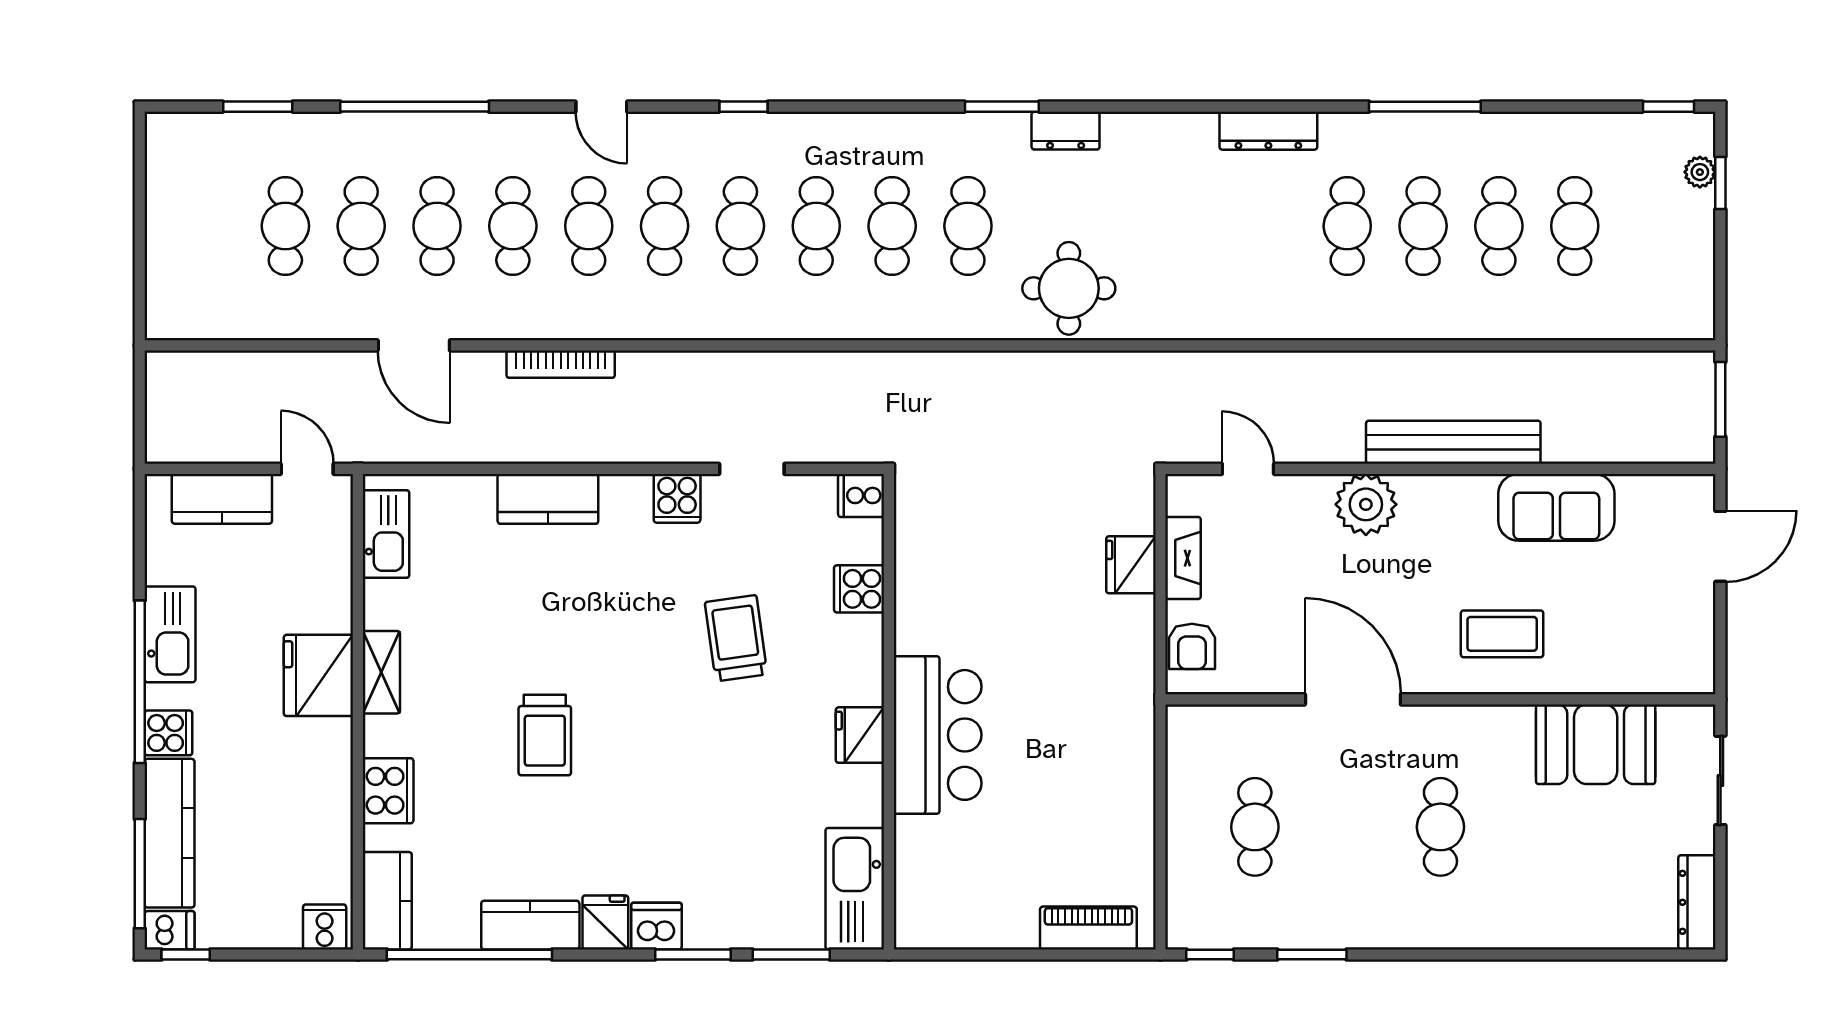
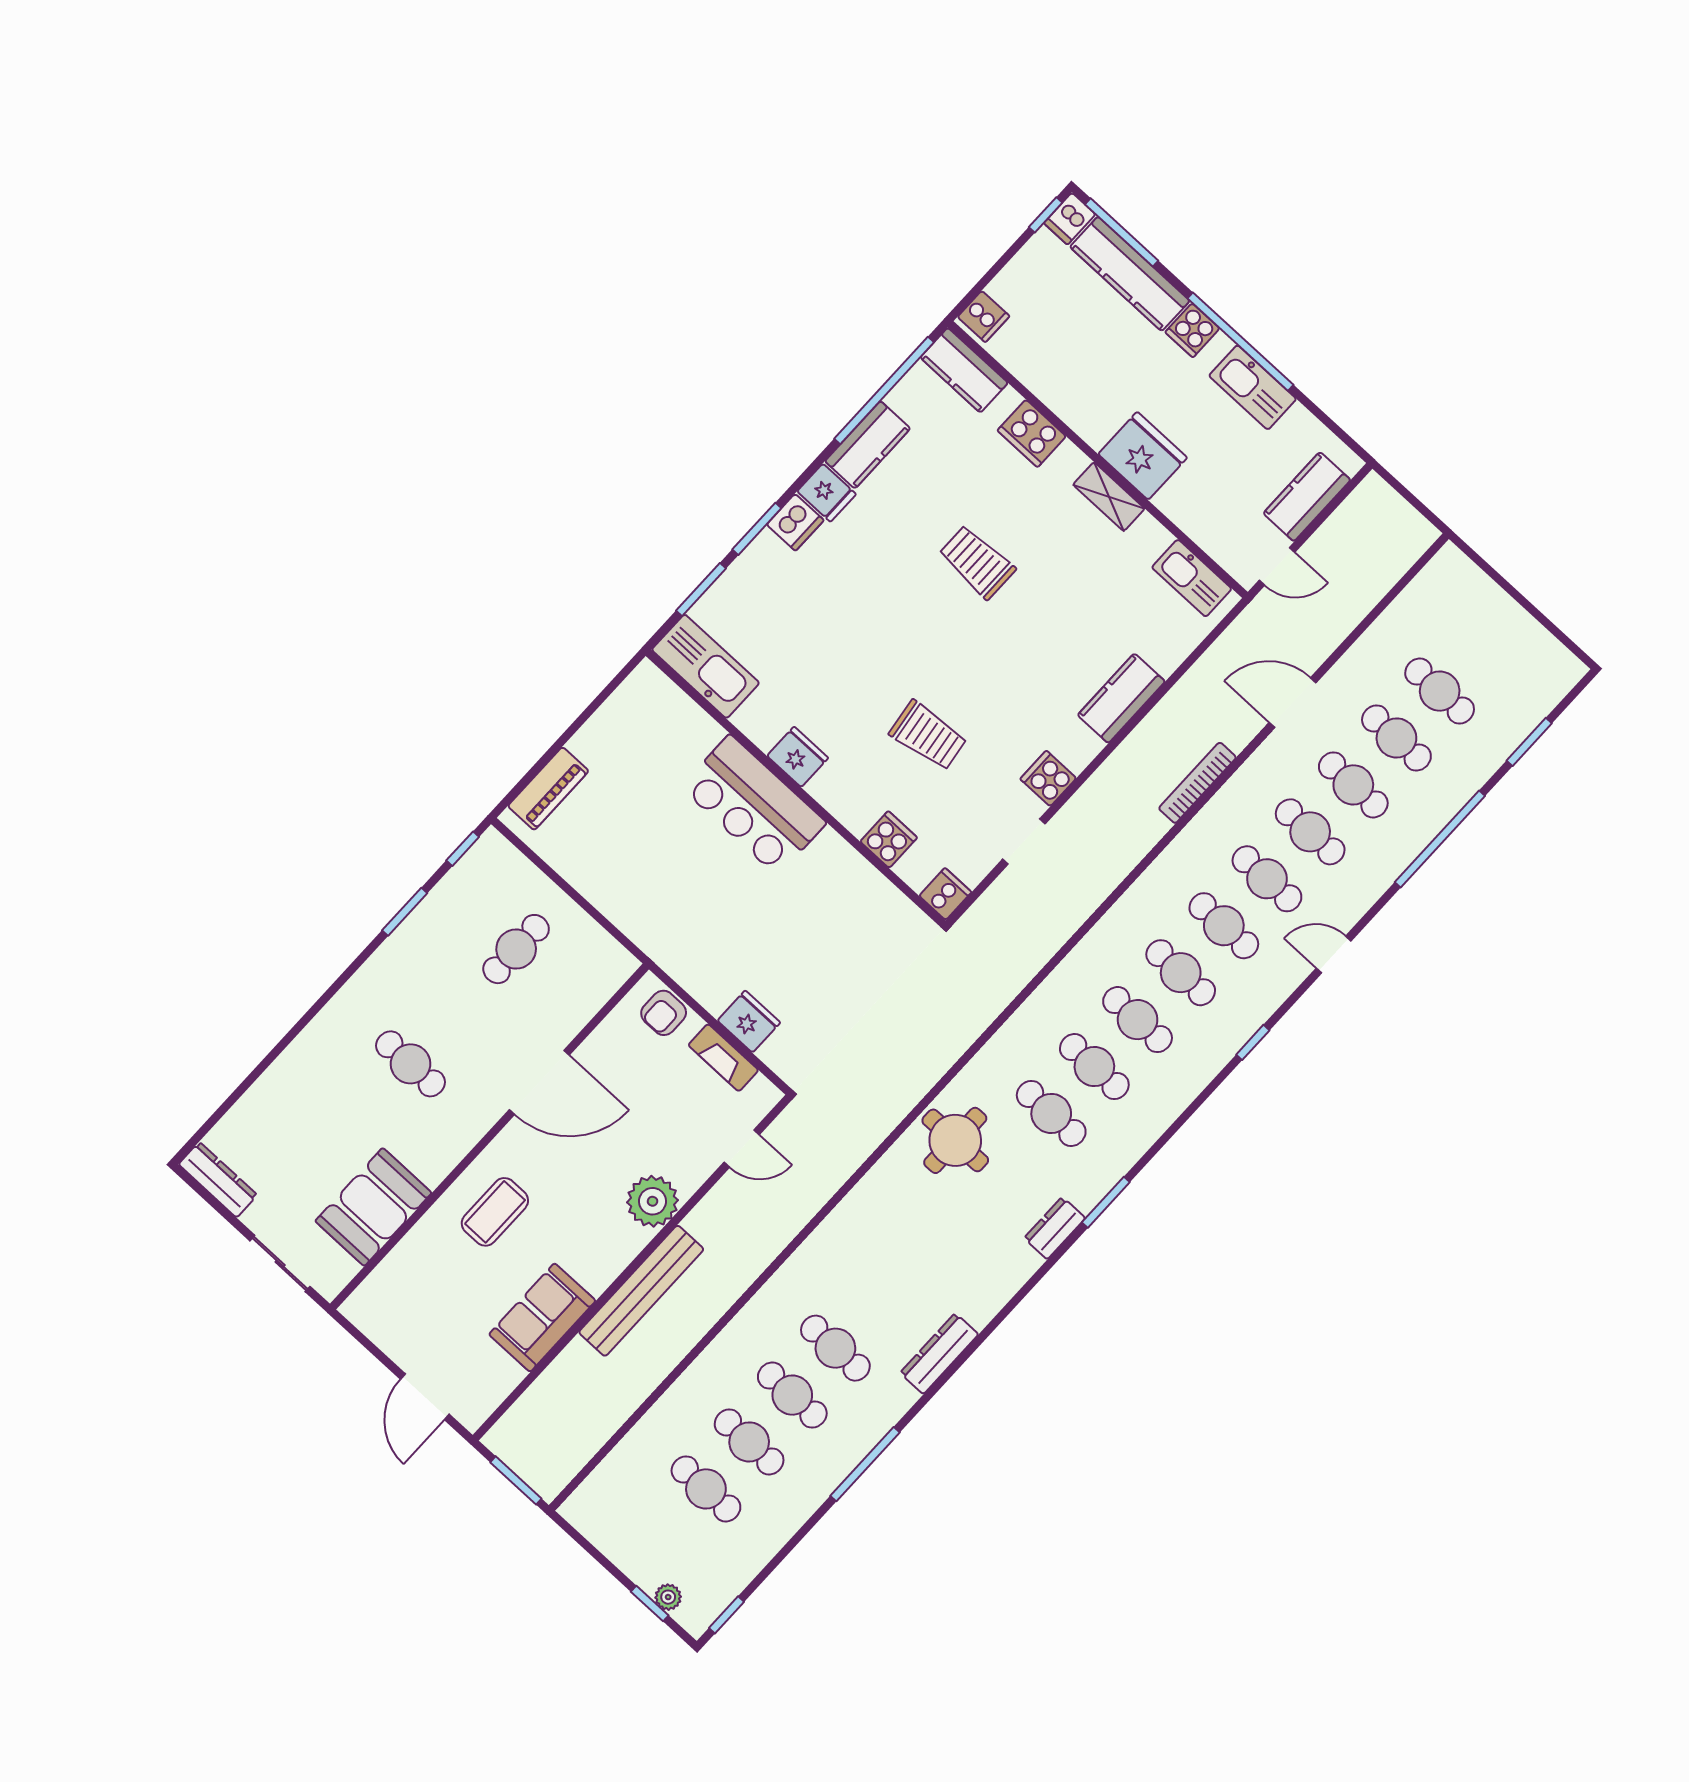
armchair: (1192, 646) -> (664, 1013), turned -90
cafe table: (1255, 827) -> (516, 949), turned 90

